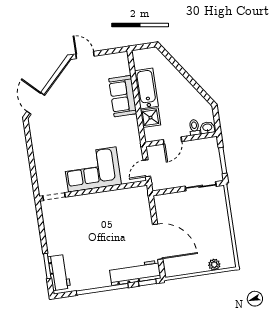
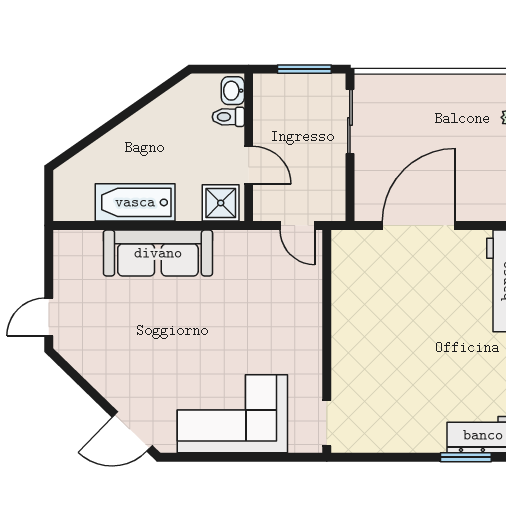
sofa: (123, 96) -> (158, 253), width x1.36
shower: (150, 118) -> (221, 203), moved
corner sofa: (92, 169) -> (232, 414), moved, turned 90
door: (158, 242) -> (419, 226), moved

